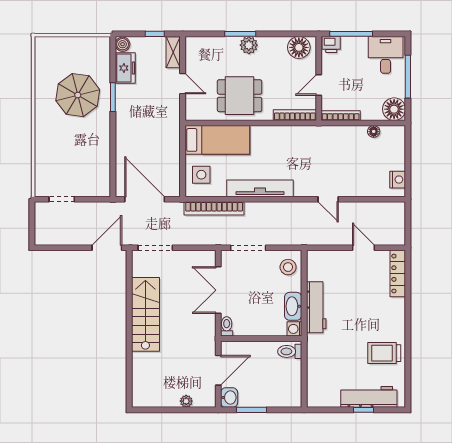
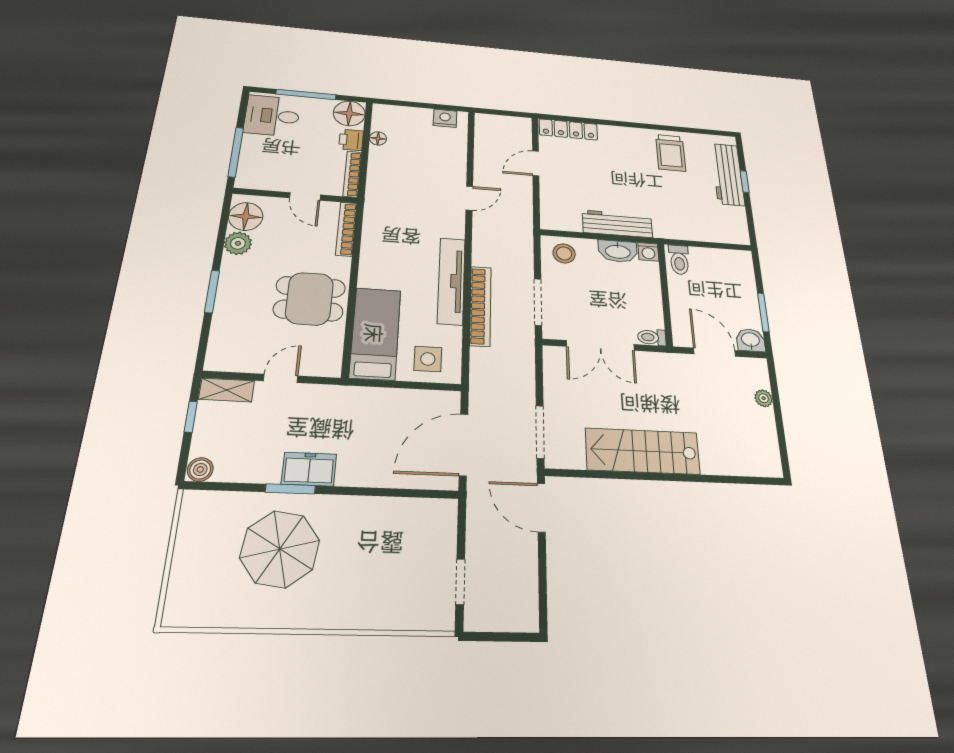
printer: (331, 44) -> (351, 140), moved, turned 180
plant: (249, 45) -> (238, 243), moved
freezer: (125, 68) -> (309, 469), moved
dining table: (240, 96) -> (309, 299), turned 90
bookcase: (214, 208) -> (480, 306), moved

